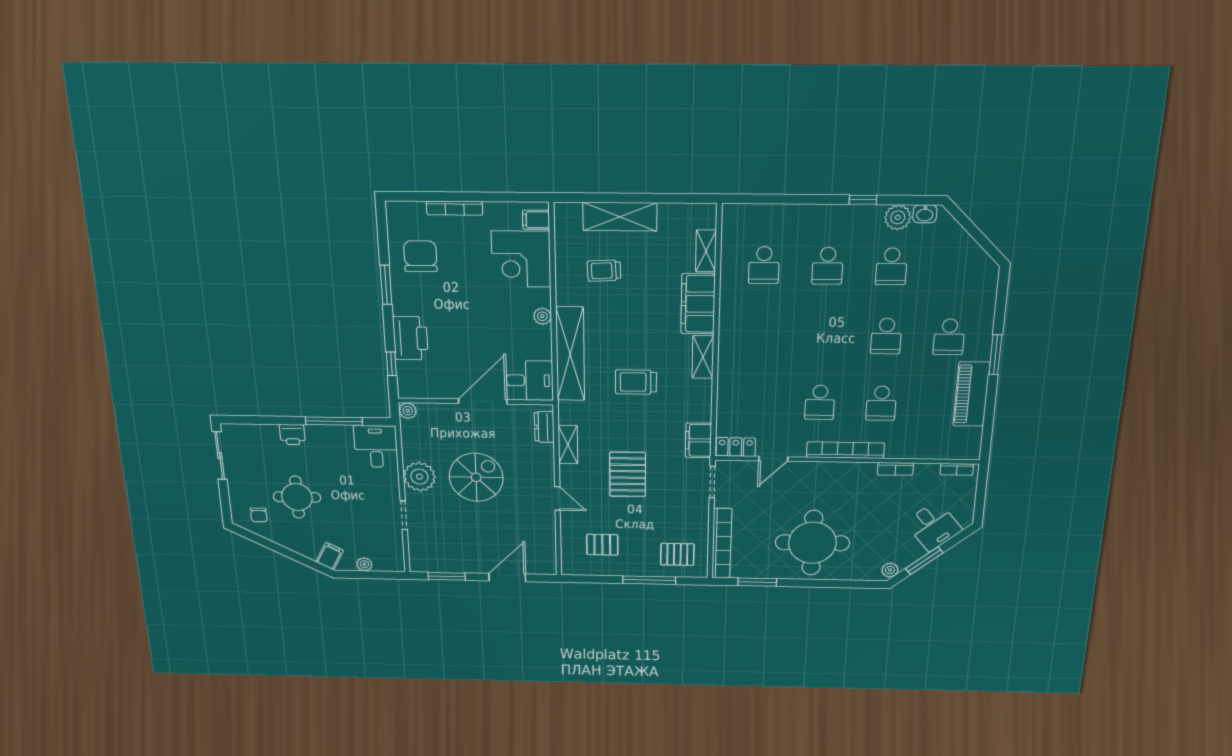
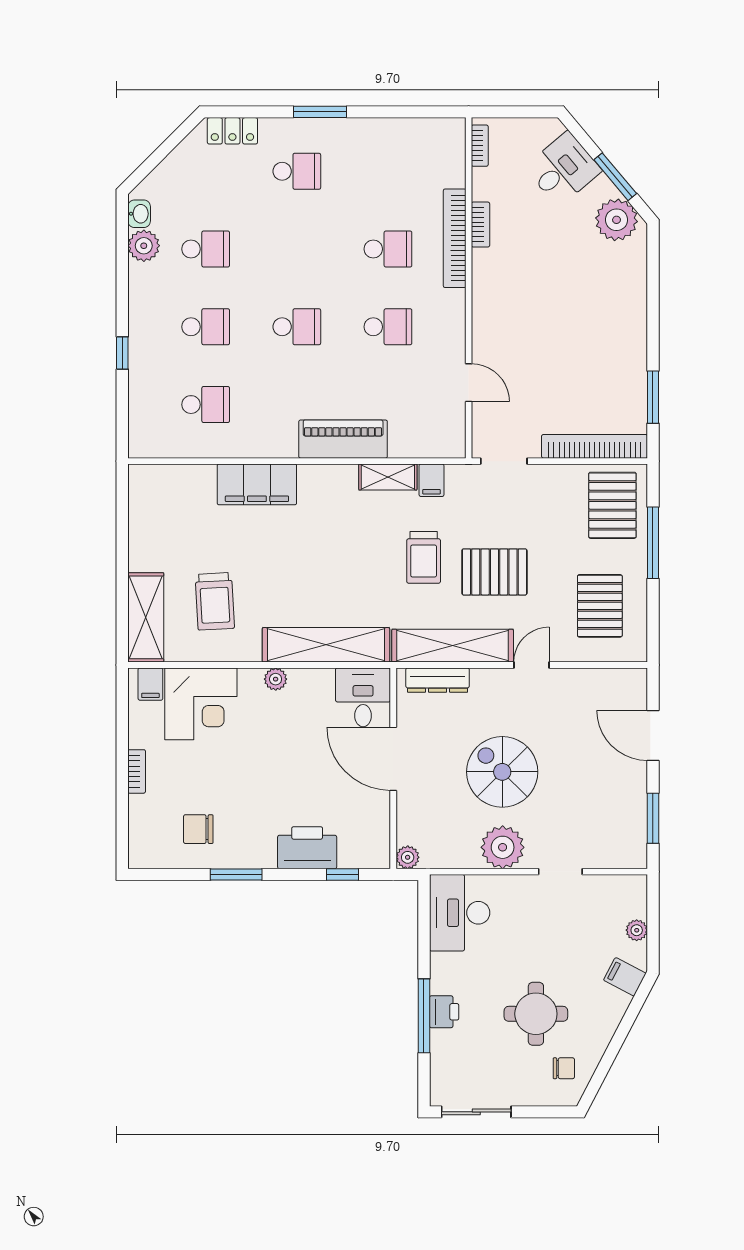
window: (863, 200) -> (122, 353), moved
bookcase: (454, 208) -> (137, 771), width x0.64
shelving: (620, 217) -> (146, 617), moved
shelving: (706, 251) -> (188, 476), removed
chair: (420, 256) -> (198, 829), width x0.73, depth x0.73
trolley: (604, 271) -> (215, 601), width x1.36, depth x1.39
school desk: (886, 336) -> (297, 327), moved
shelving: (703, 357) -> (388, 477), moved
trolley: (636, 382) -> (424, 557), moved
piano: (971, 394) -> (343, 439), moved, turned 180
window: (334, 421) -> (424, 1016), moved
dresser: (544, 427) -> (438, 680), width x1.44
filing cabinet: (698, 440) -> (432, 480), width x0.50
shelving: (568, 445) -> (453, 646), width x2.20, depth x1.33
desk: (376, 447) -> (460, 913), width x1.37
locker: (736, 447) -> (232, 131), moved, turned -90
bookcase: (845, 450) -> (455, 238), moved
round table: (812, 543) -> (591, 326), removed
pallet: (602, 545) -> (600, 606), width x1.50, depth x1.42
pallet: (677, 554) -> (612, 505), width x1.50, depth x1.42
plant: (890, 570) -> (617, 220), width x1.87, depth x1.87

